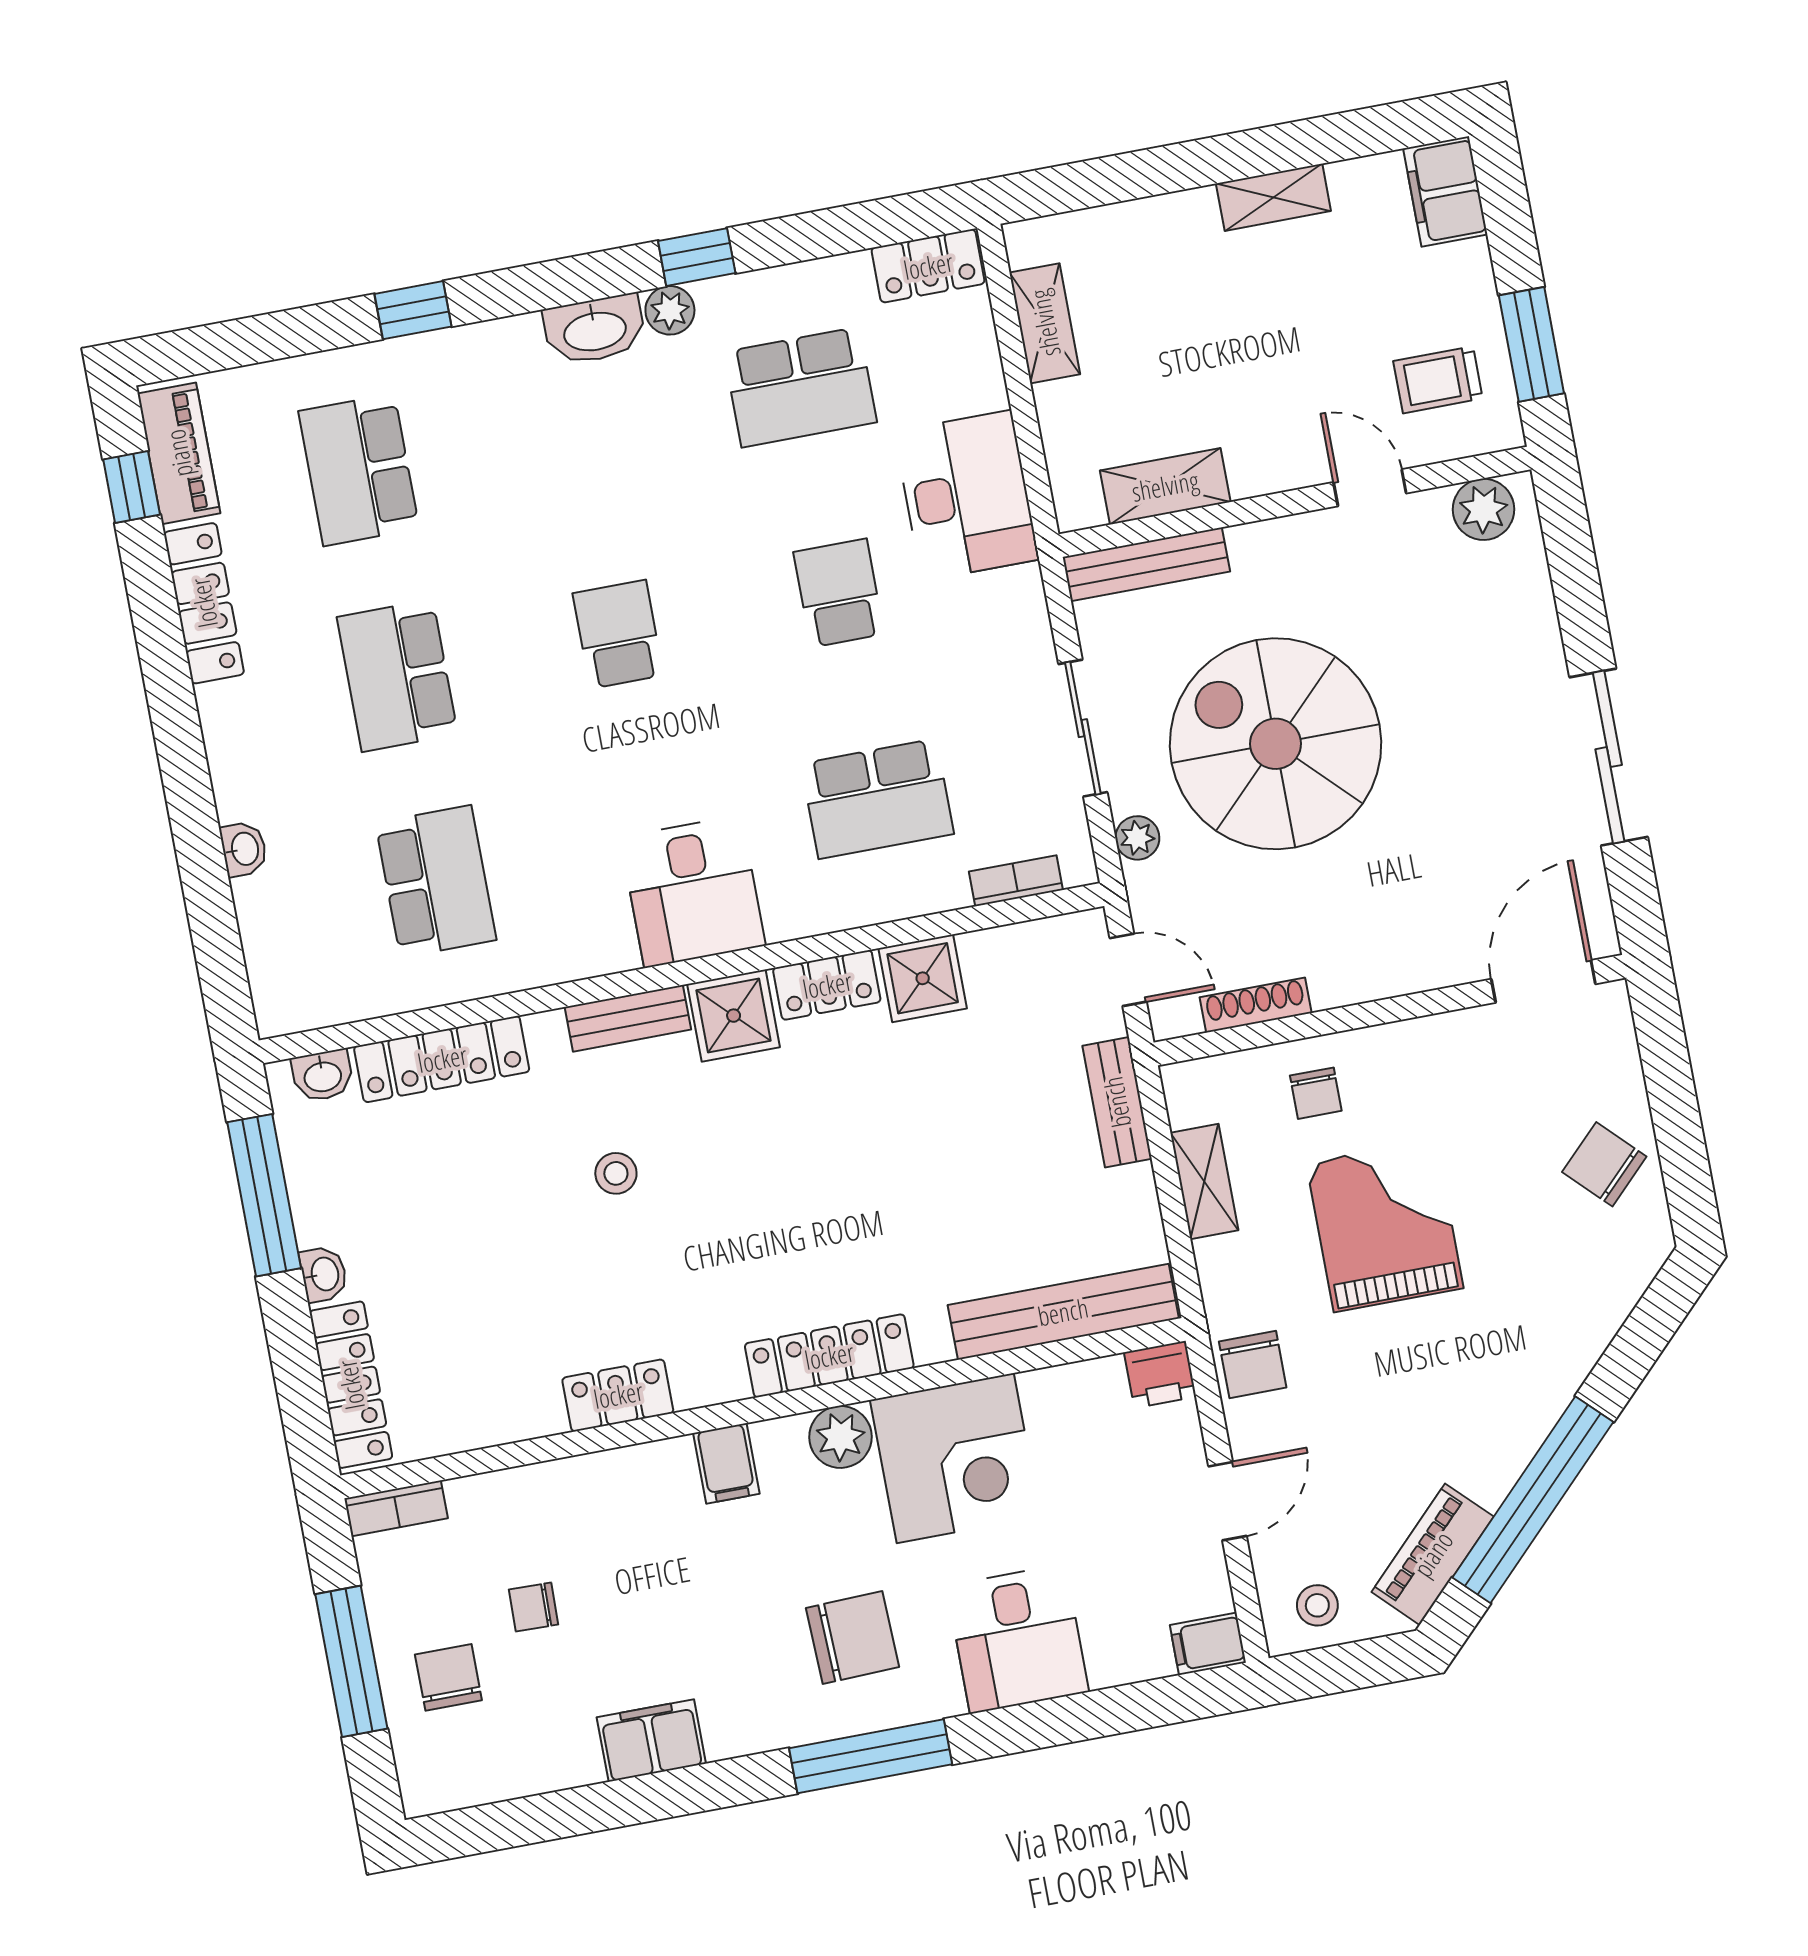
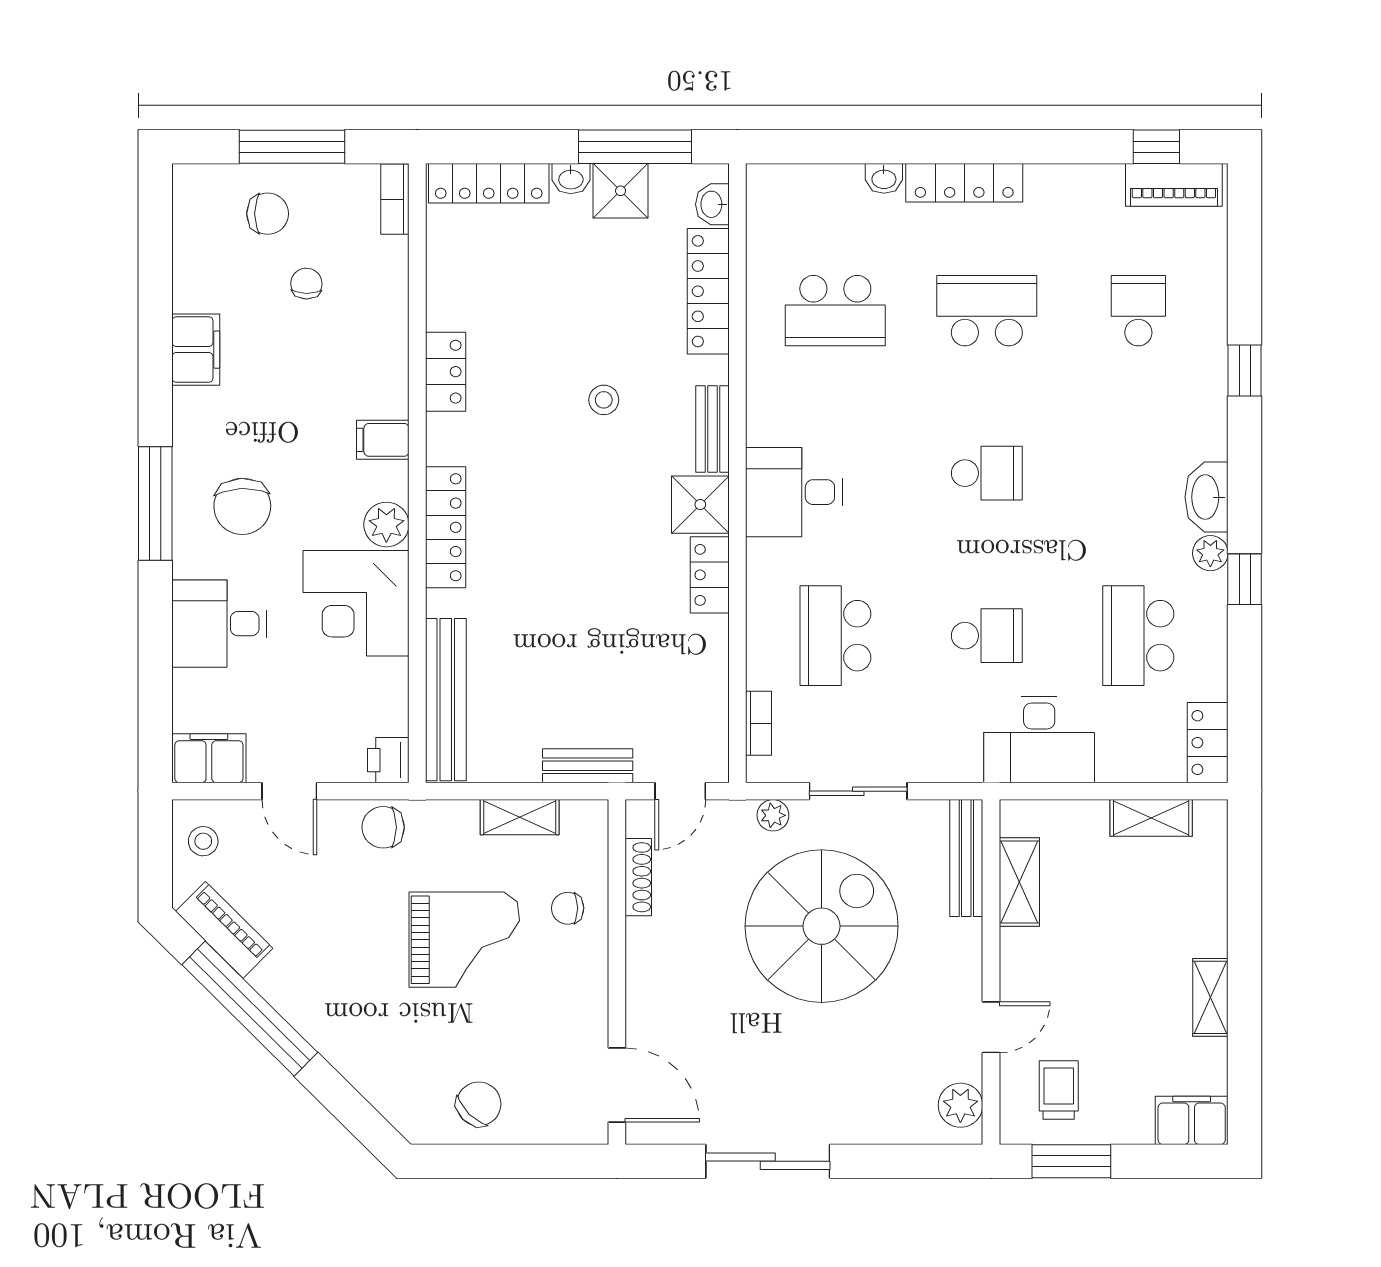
school desk: (359, 470) -> (1138, 311), width x0.54
locker: (204, 603) -> (964, 183), moved
shower: (923, 978) -> (621, 191), moved
filing cabinet: (1208, 1644) -> (209, 758), width x2.00

